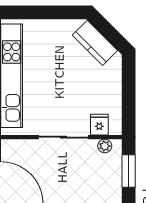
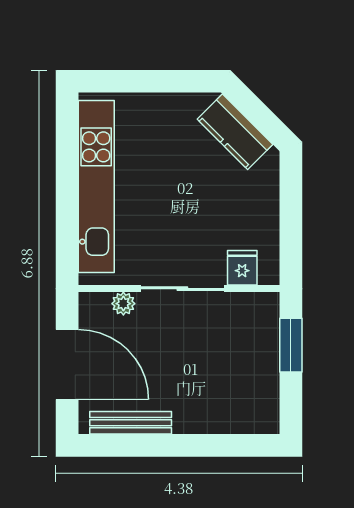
plant: (105, 146) -> (123, 304), moved

